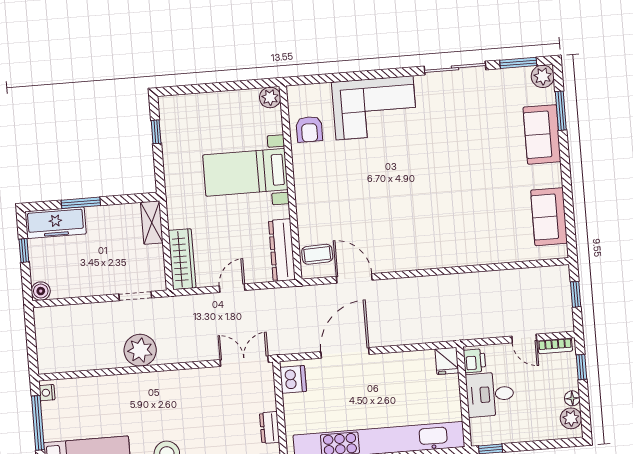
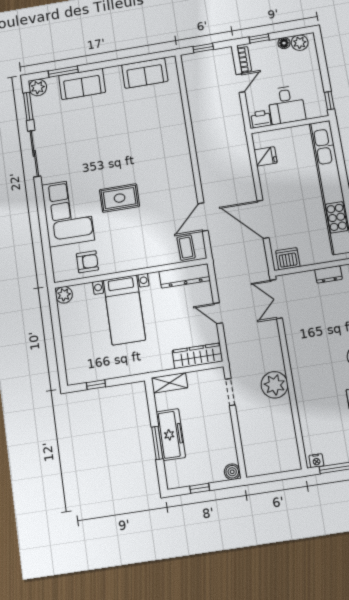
rug: (387, 174) -> (120, 198), added
freezer: (56, 223) -> (171, 435), moved
fridge: (447, 361) -> (266, 156), moved

